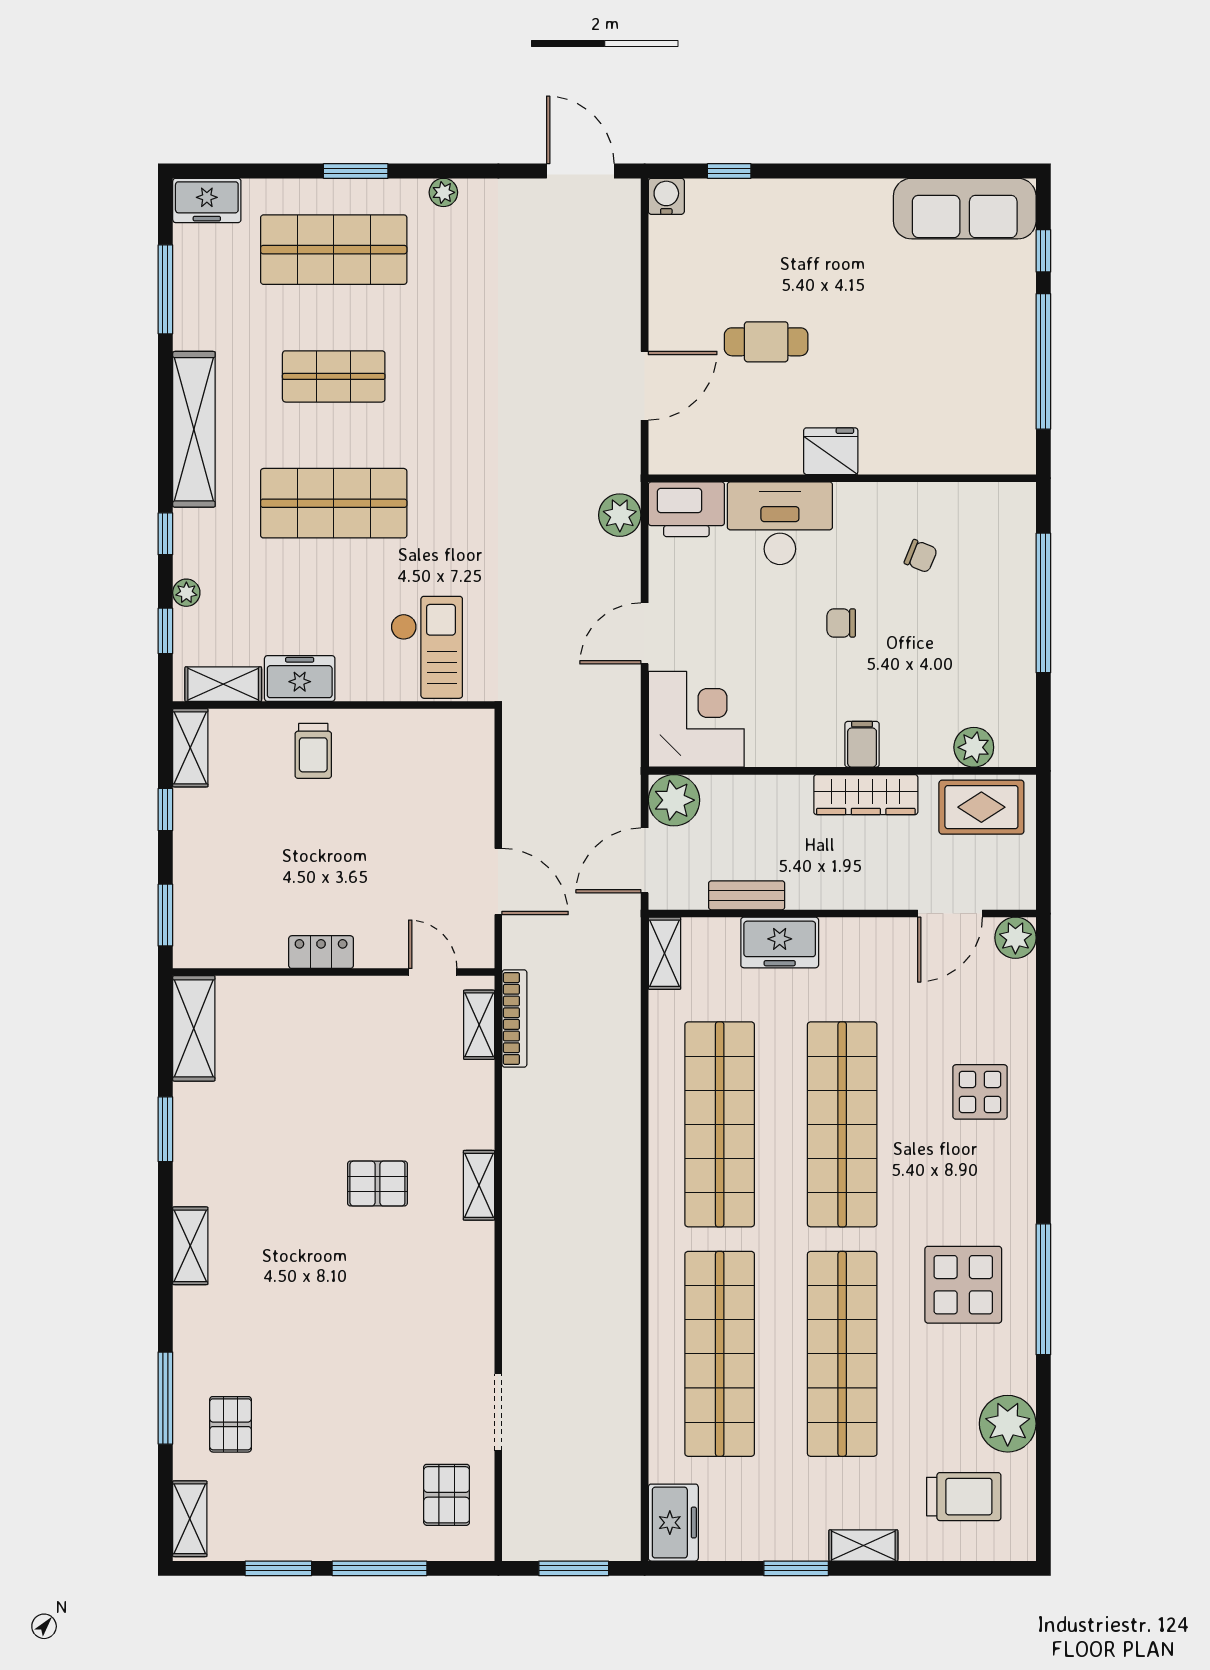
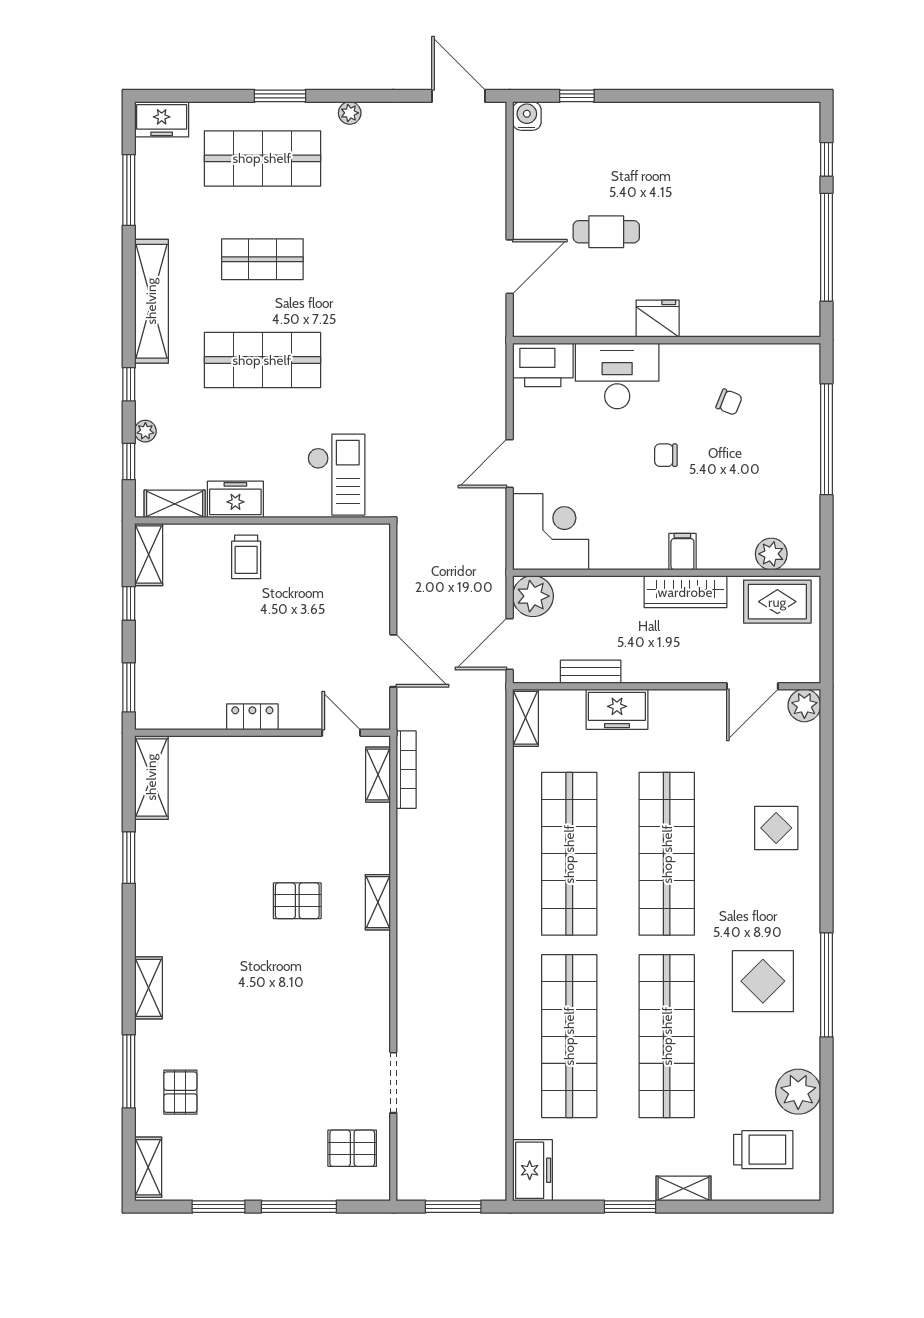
sofa: (965, 209) -> (764, 126), removed
plant: (620, 515) -> (490, 369), removed
shelving: (190, 1246) -> (148, 988), moved
pallet: (447, 1495) -> (352, 1148), turned 90

